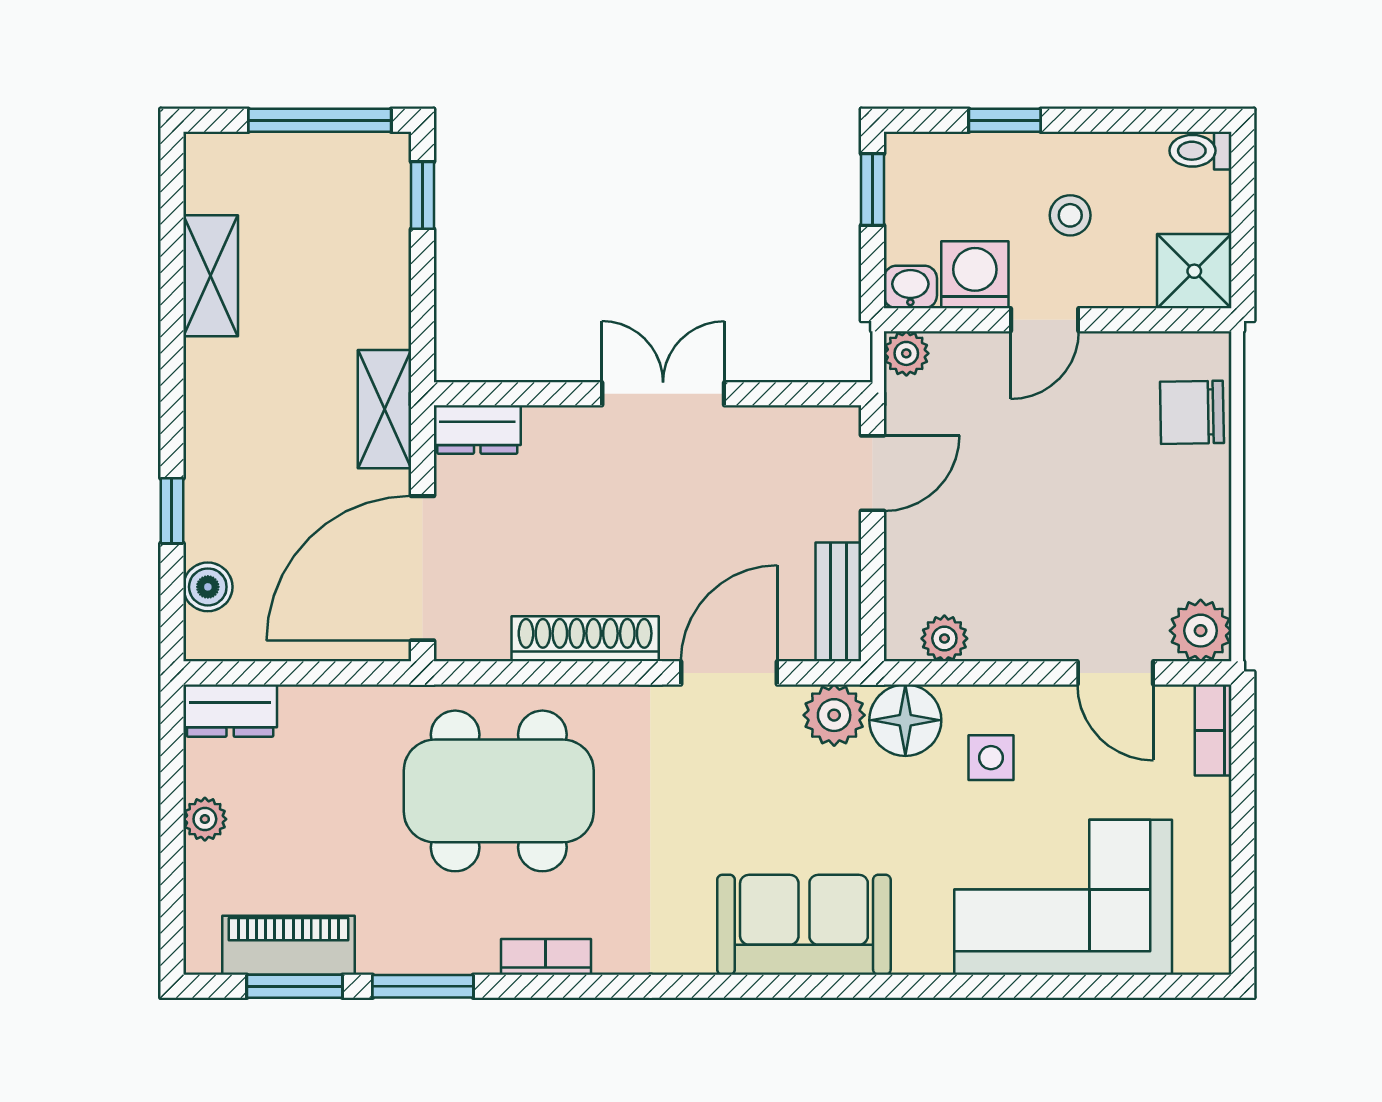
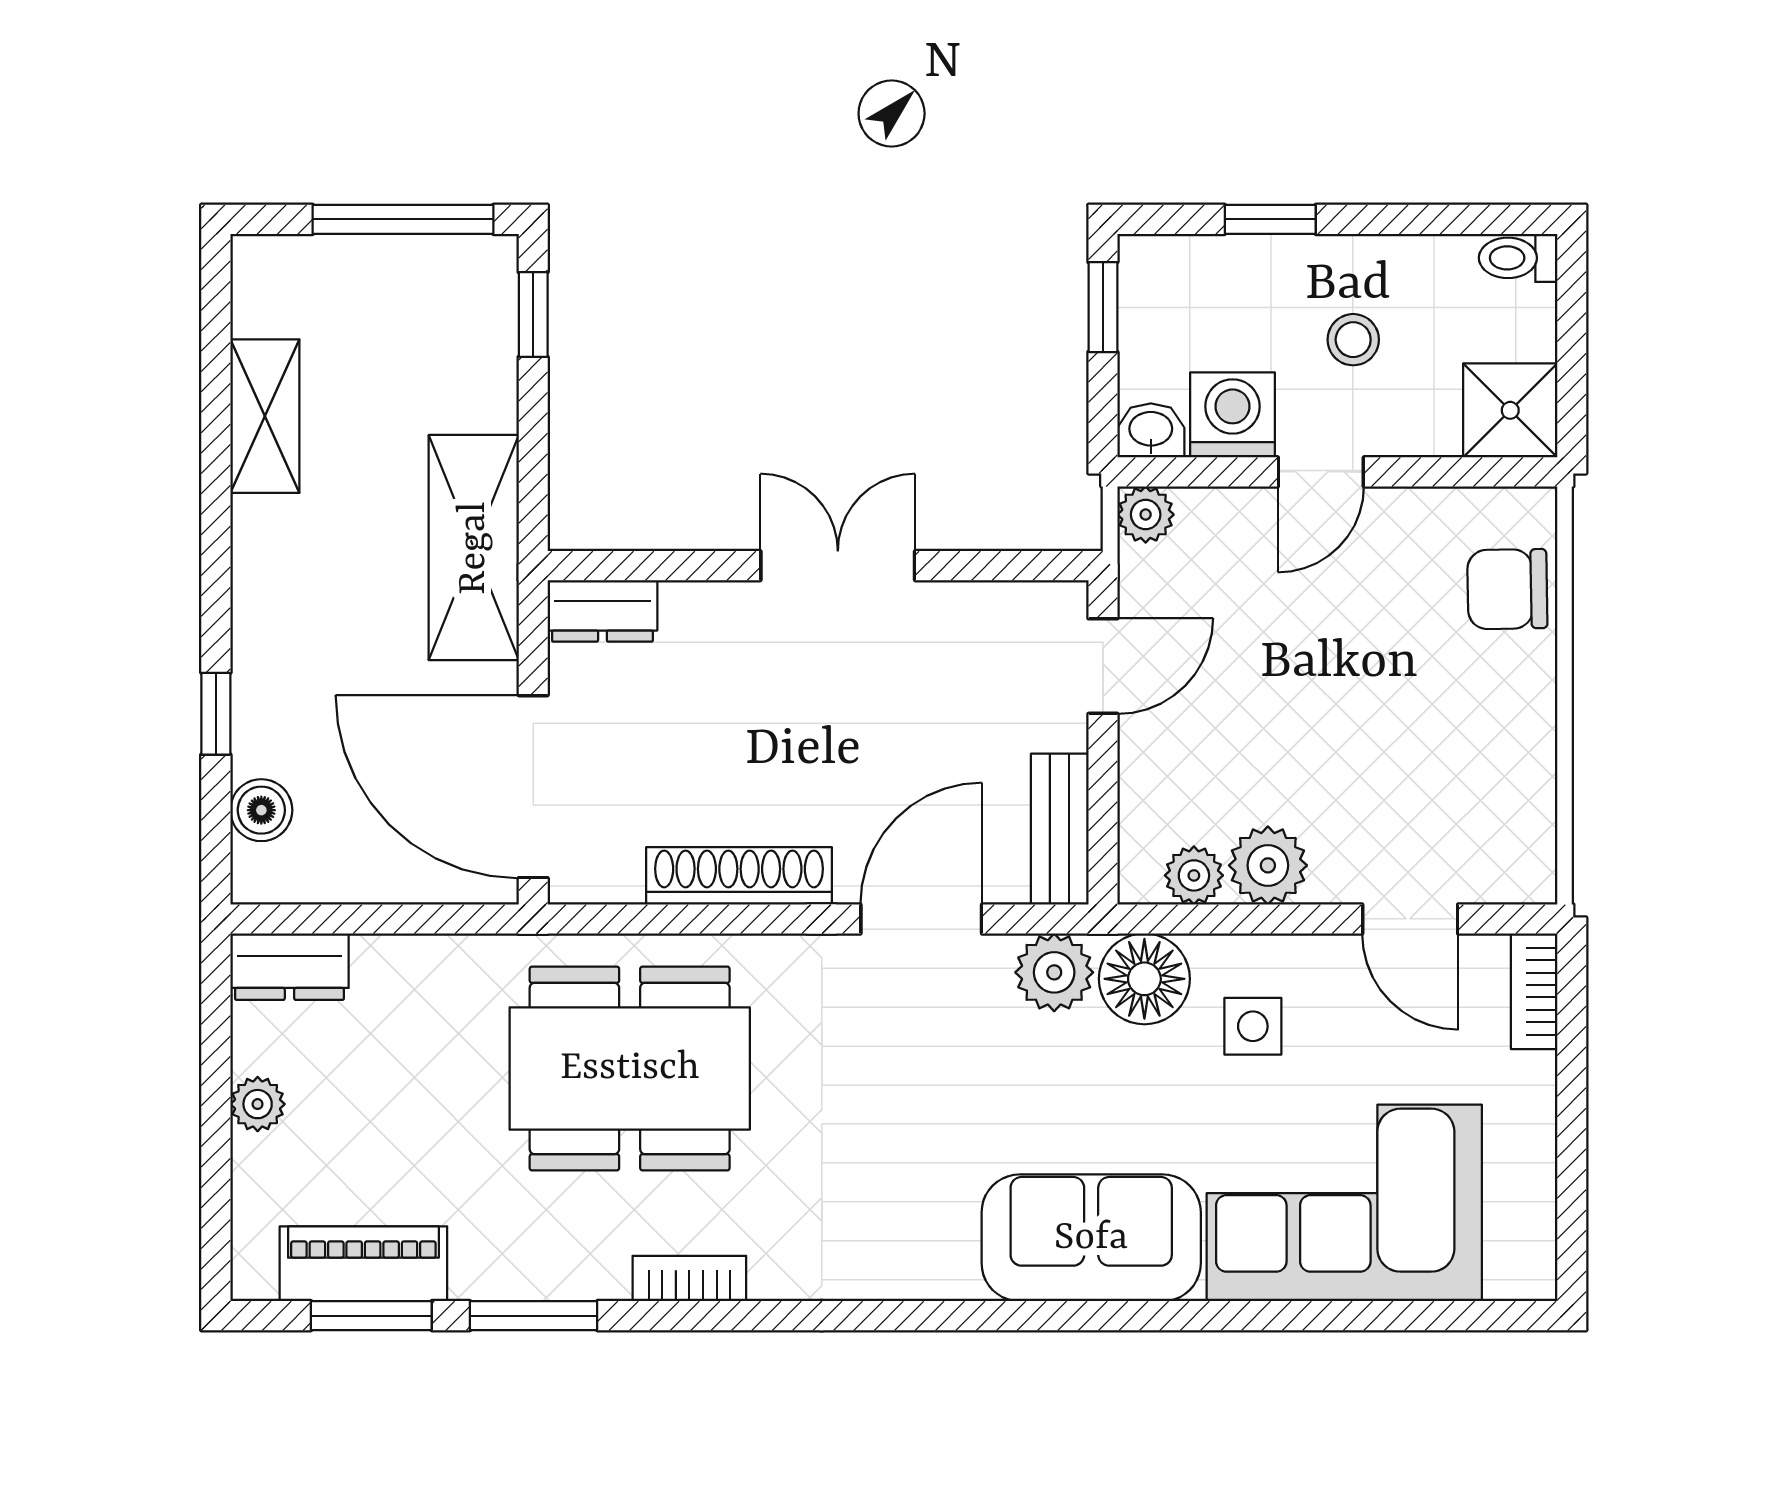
shelving: (384, 409) -> (474, 548), width x1.50, depth x1.33
door: (423, 568) -> (533, 787), hinge flipped
plant: (1201, 631) -> (1268, 865), moved
sofa: (804, 925) -> (1091, 1238), moved

